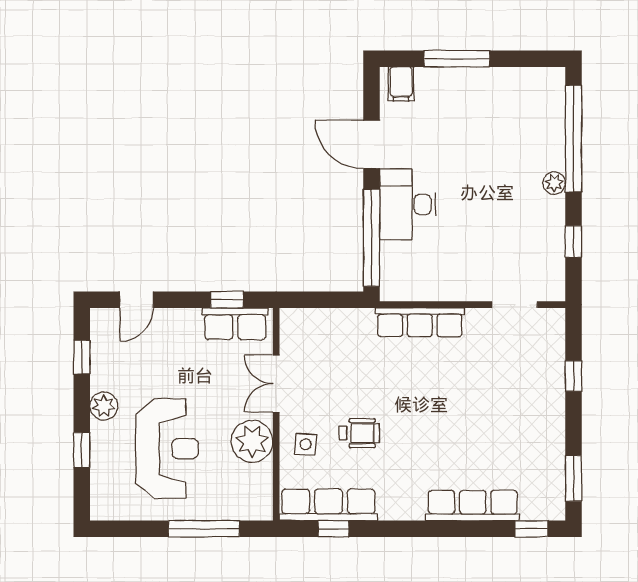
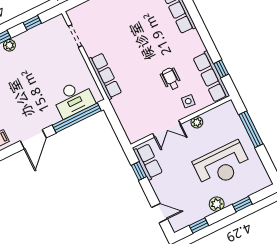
desk: (408, 204) -> (73, 99), moved
plant: (252, 441) -> (197, 122), width x0.53, depth x0.53
reception desk: (167, 449) -> (222, 165), turned 180

